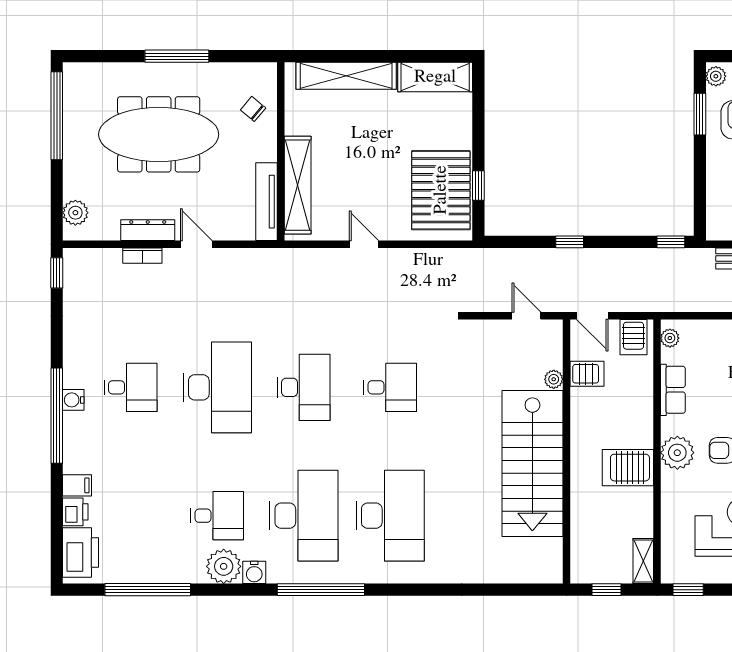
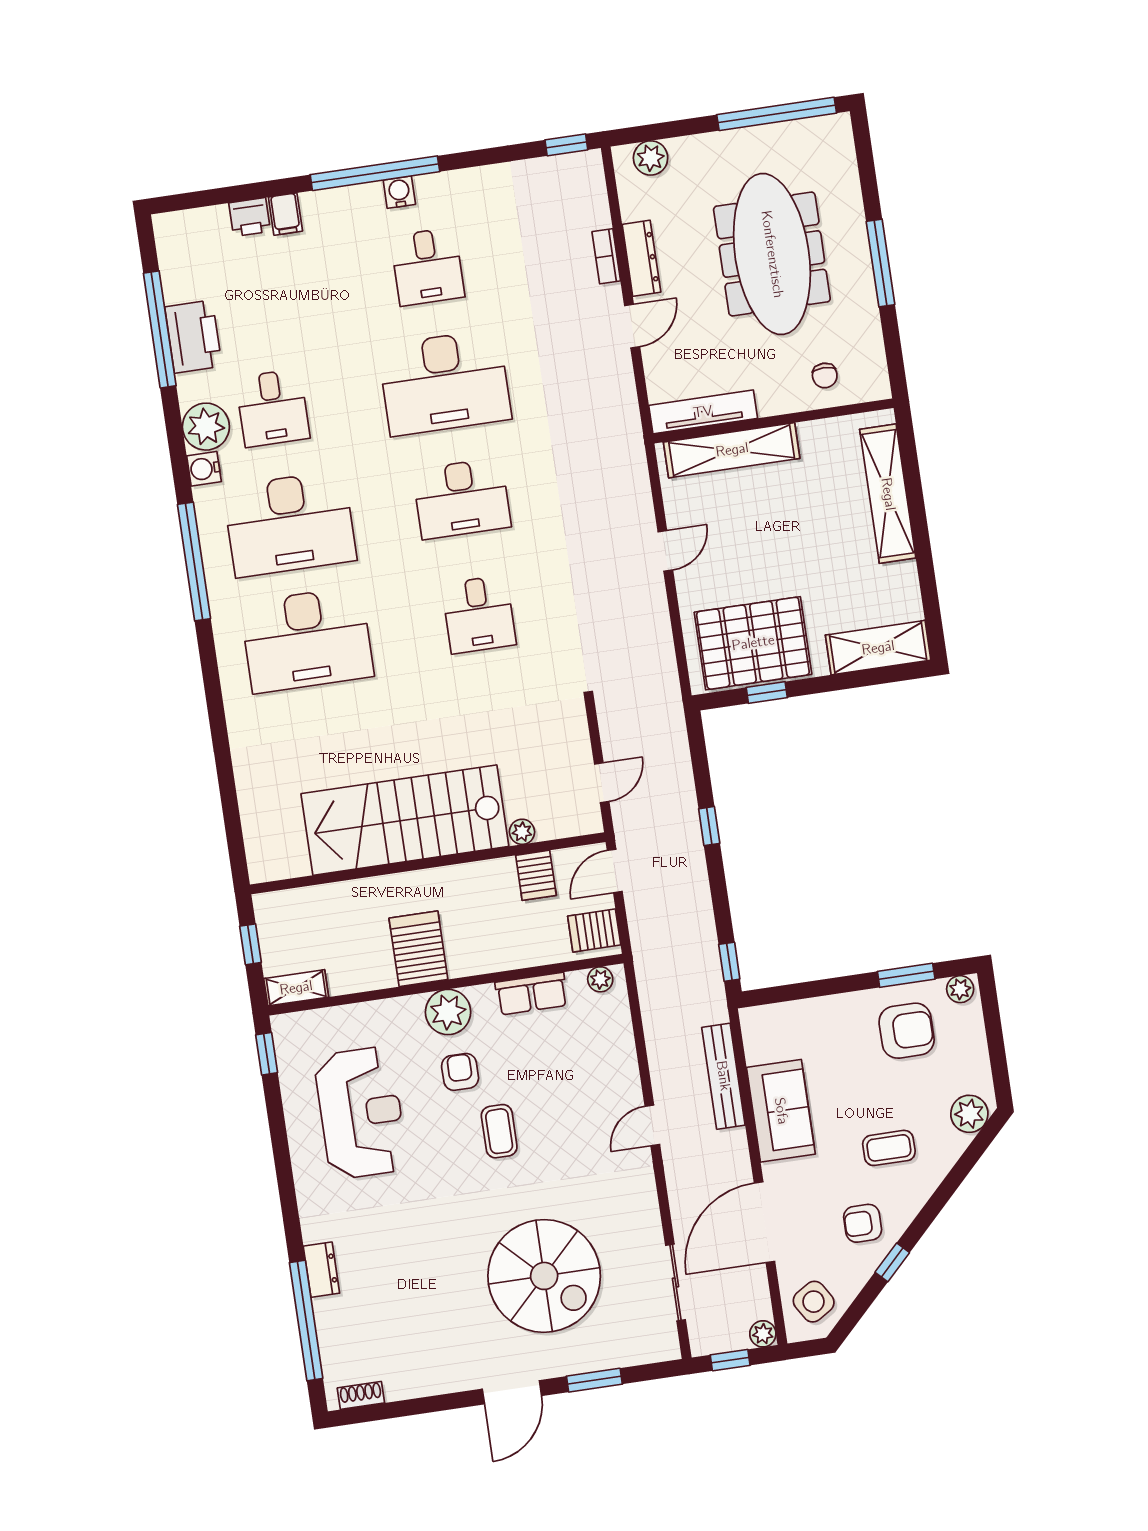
shelving: (435, 77) -> (878, 648), moved, turned 90
chair: (253, 109) -> (825, 375), turned 140
printer: (81, 552) -> (193, 337), moved, turned -90

